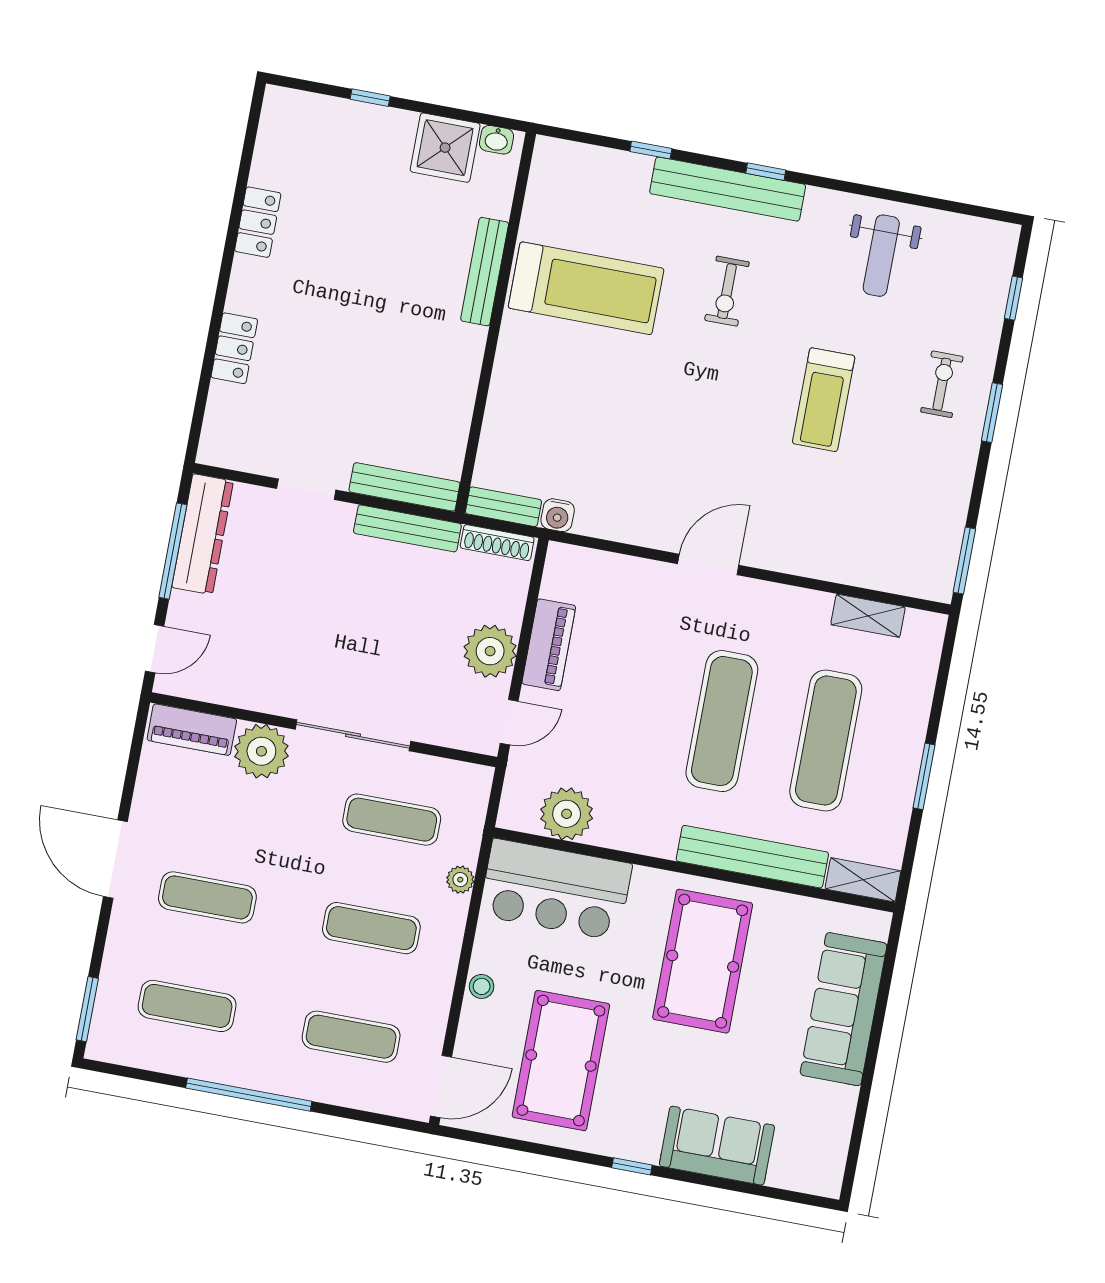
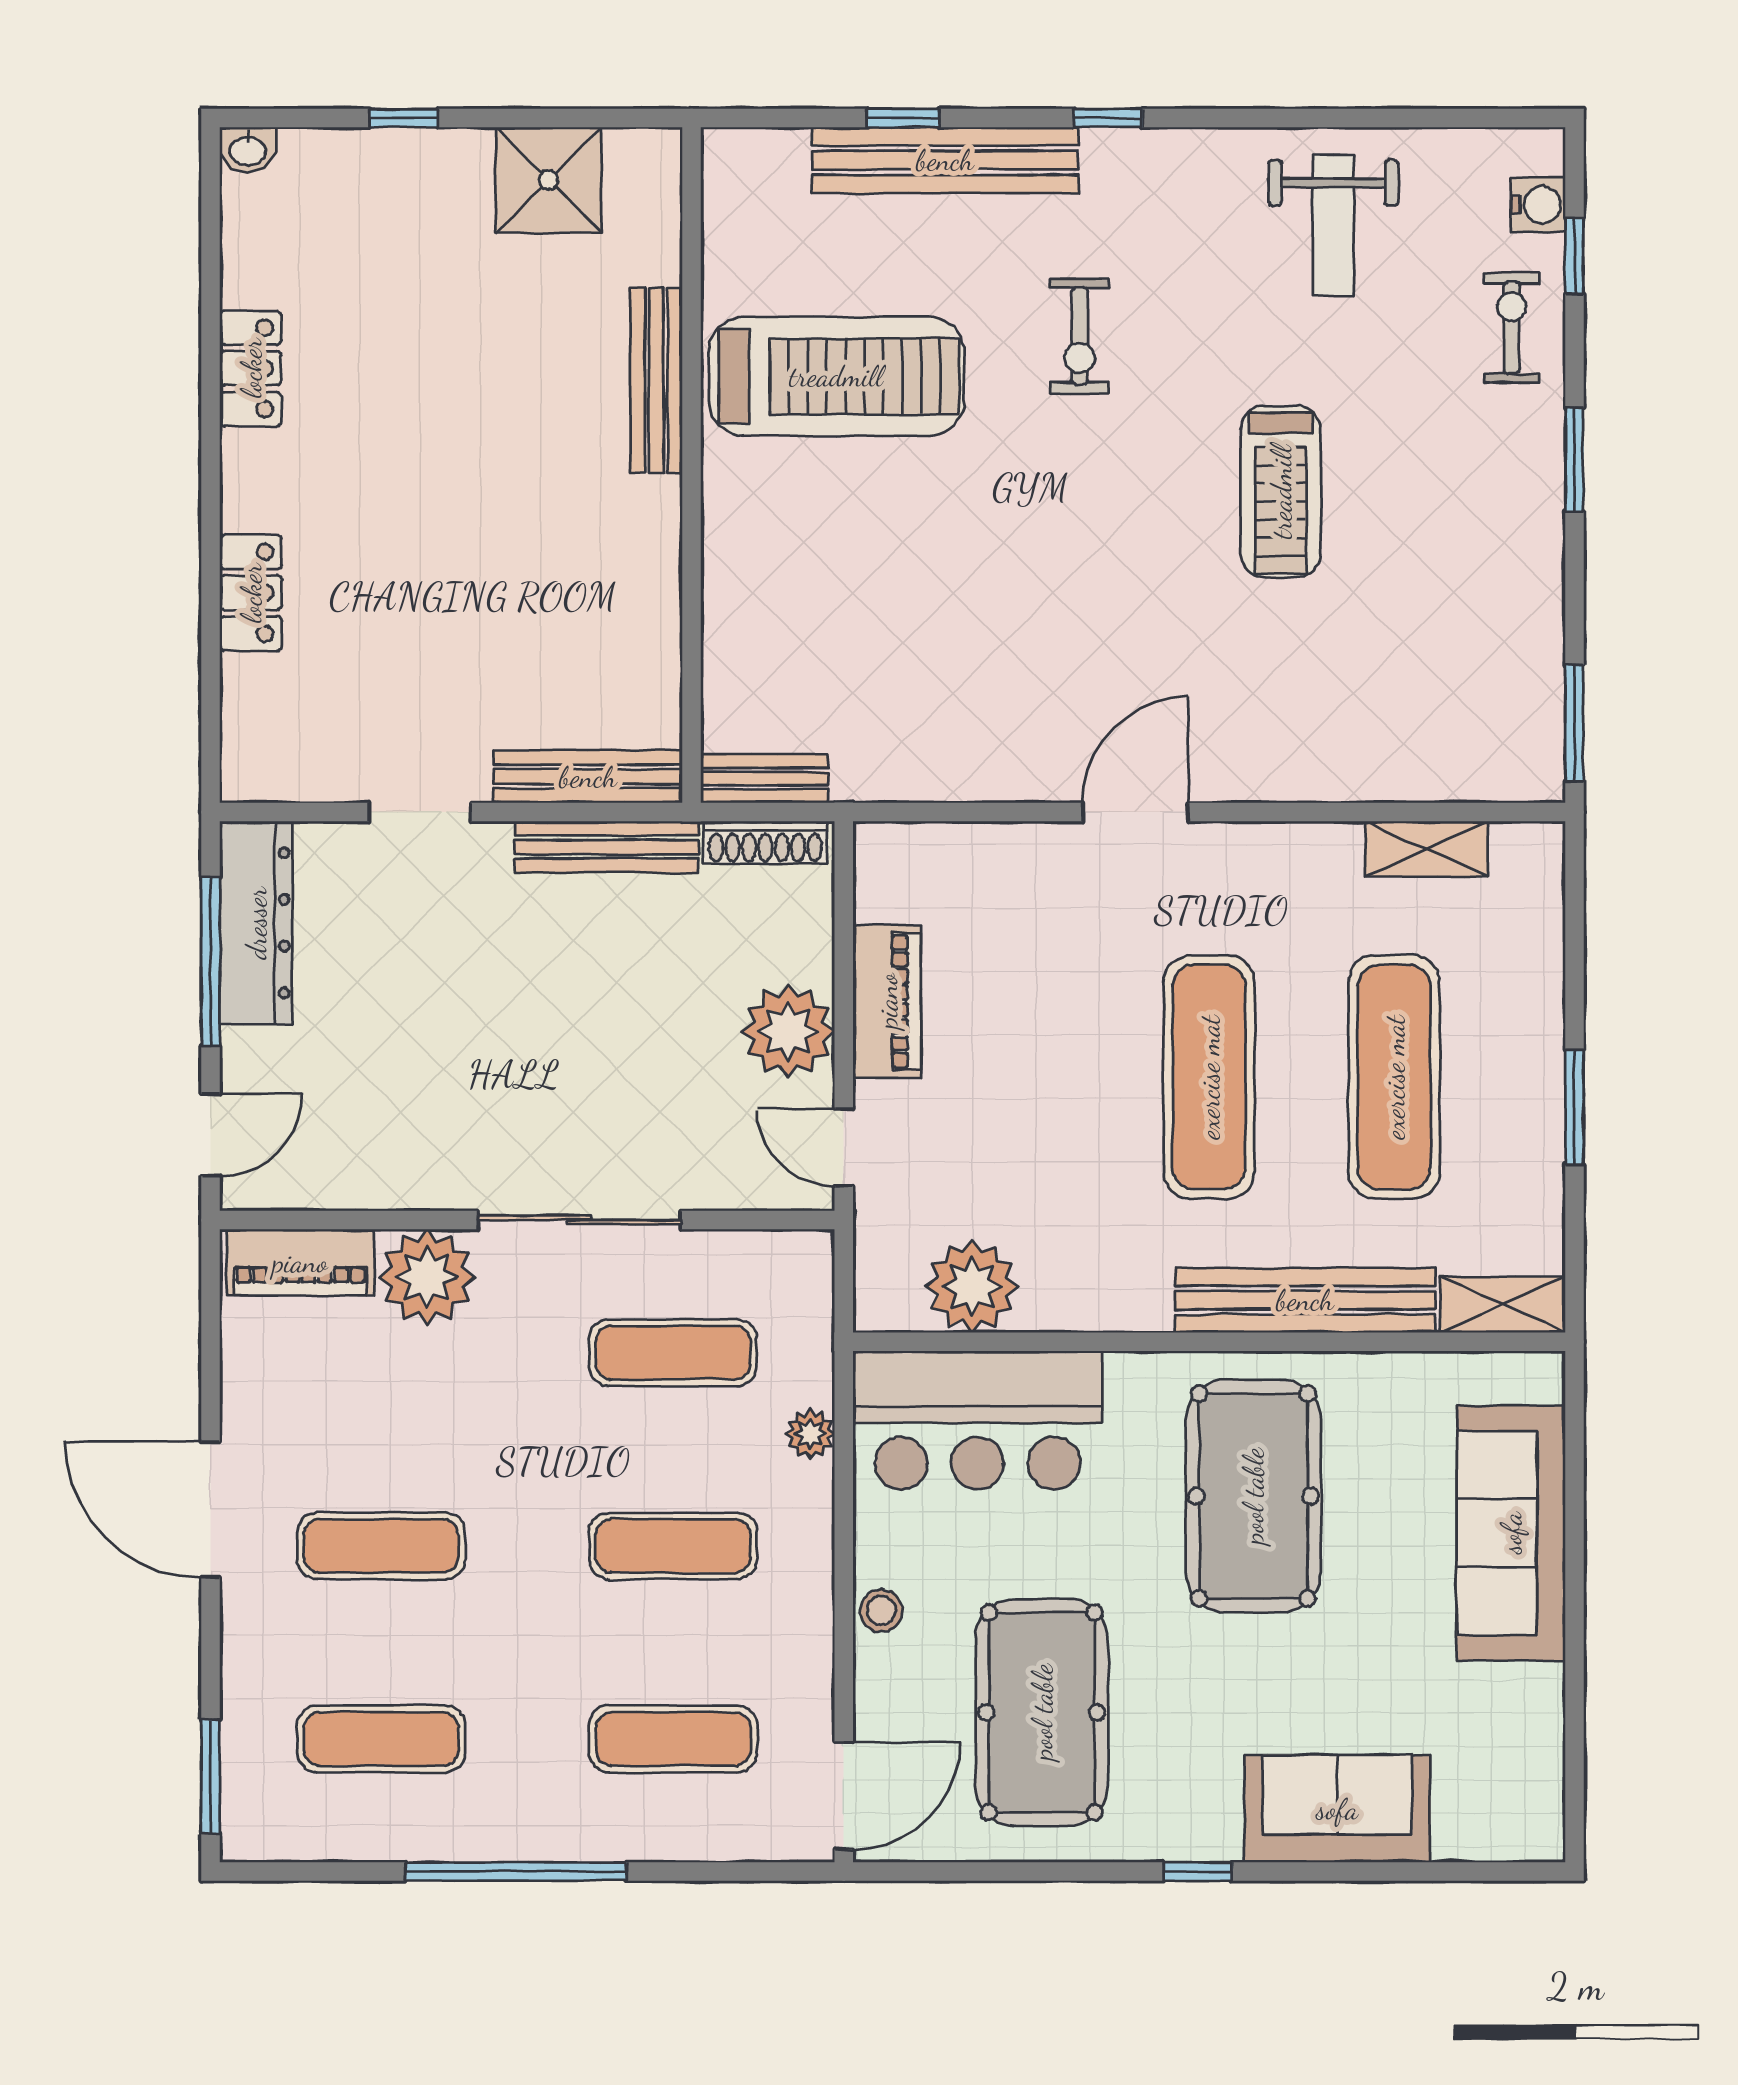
washbasin: (497, 140) -> (248, 150), moved
bench: (728, 189) -> (945, 160), moved
exercise bike: (942, 384) -> (1512, 328), moved
water cooler: (558, 515) -> (1538, 205), moved, turned -90
door: (509, 722) -> (844, 1147), swing flipped

